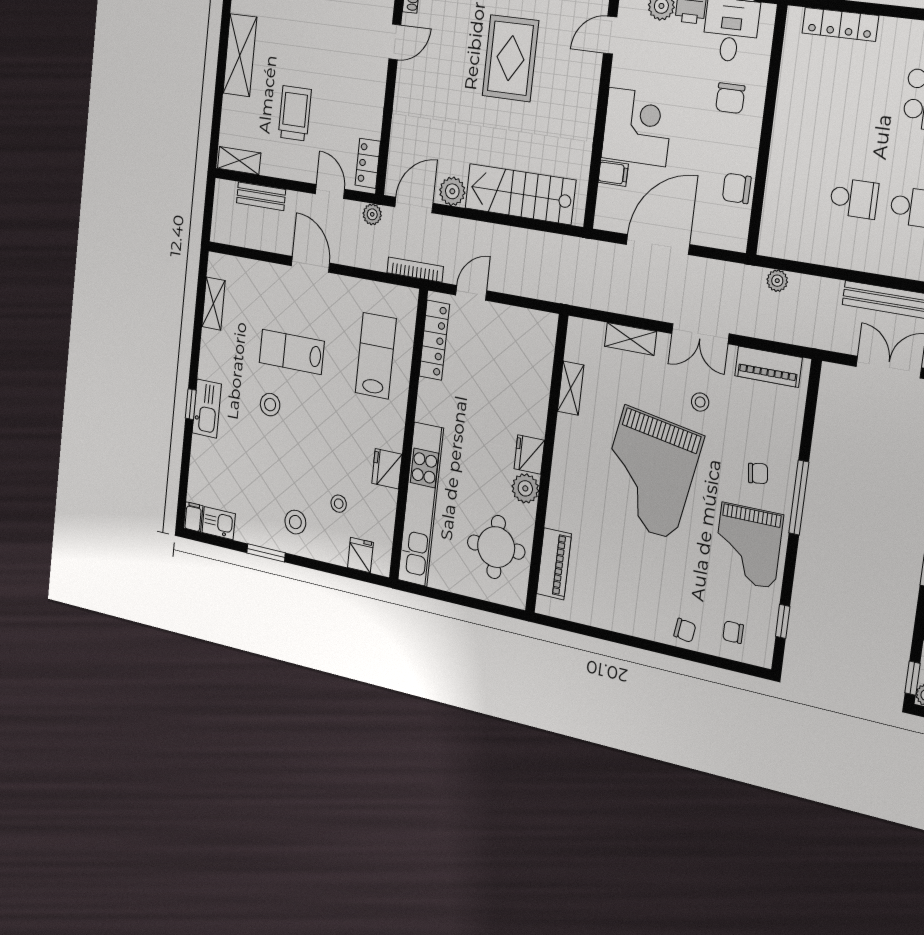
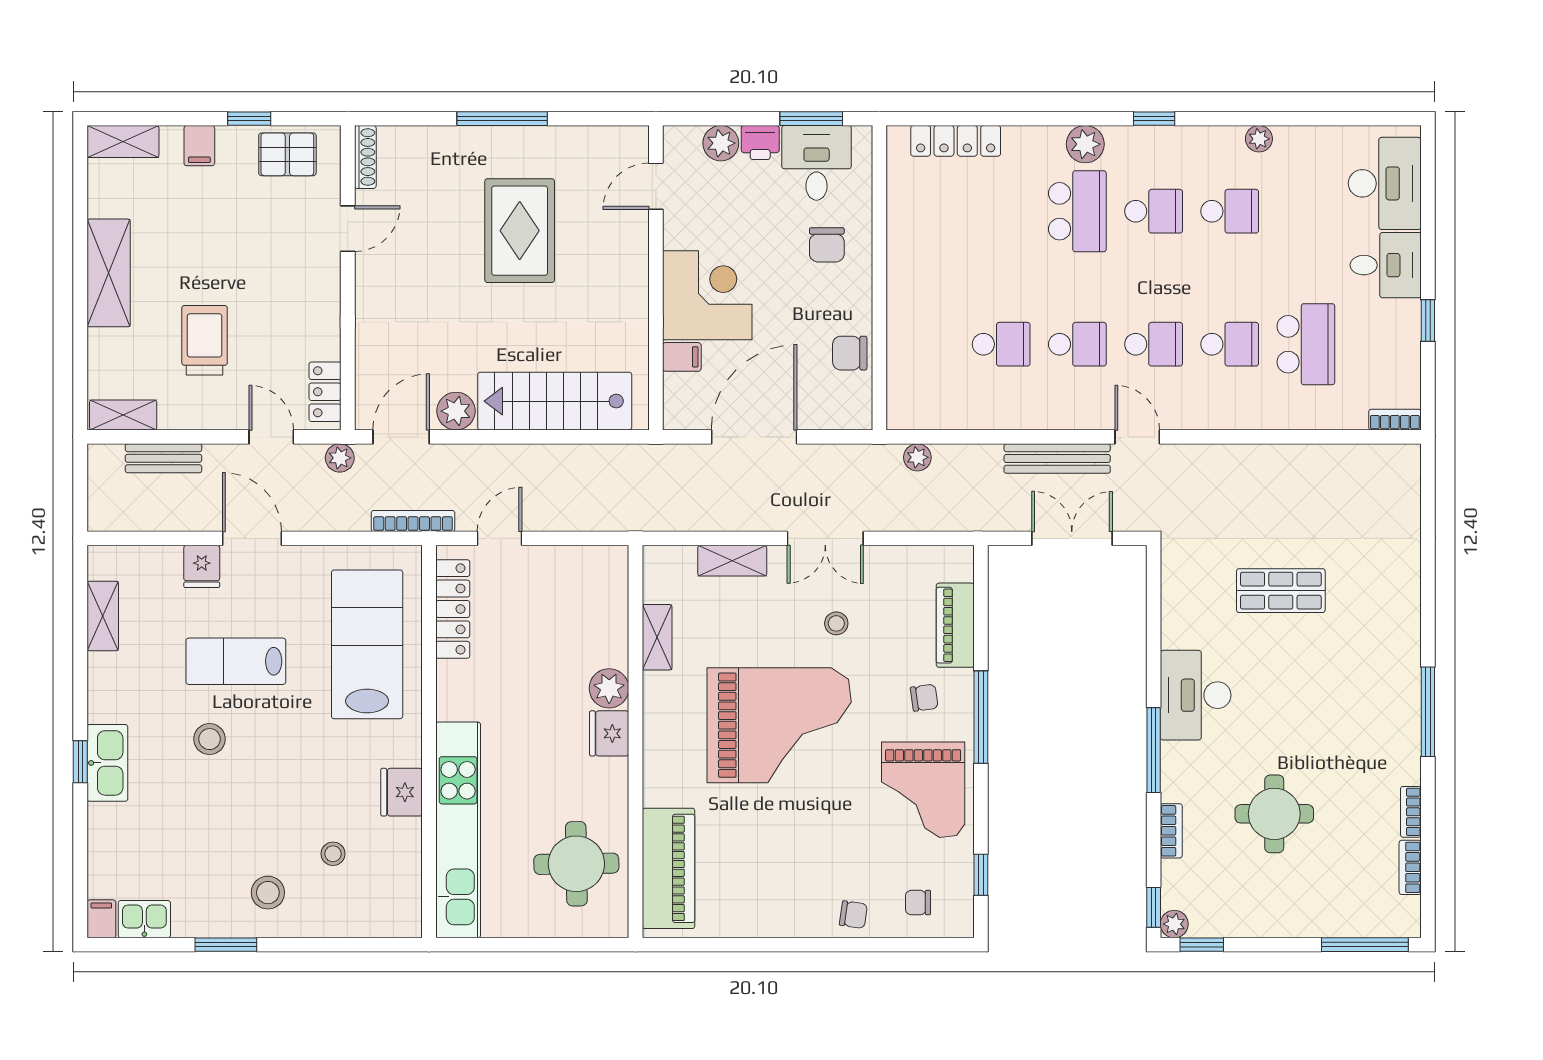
lab bench: (376, 356) -> (367, 644), width x1.36, depth x1.39
piano: (768, 367) -> (955, 625), moved, turned 90
grand piano: (649, 473) -> (779, 725), turned -100
plant: (525, 488) -> (609, 688), moved
fridge: (360, 555) -> (202, 566), moved, turned 180
piano: (554, 564) -> (668, 868), width x1.37, depth x1.33

